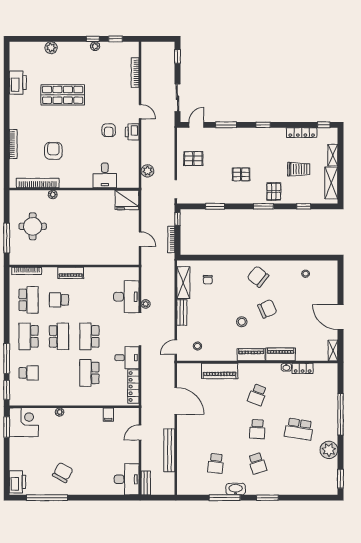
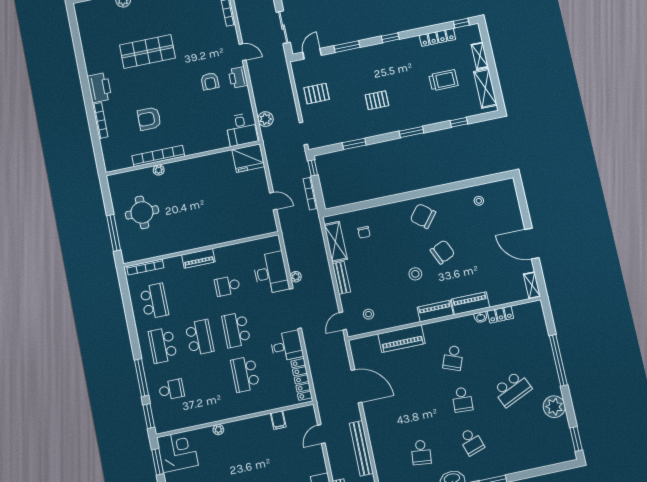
printer: (18, 83) -> (99, 88), moved
armchair: (53, 151) -> (149, 119), turned -90
desk: (105, 175) -> (241, 130), moved
bookcase: (38, 183) -> (158, 156), moved
pallet: (274, 191) -> (420, 112), removed
school desk: (59, 300) -> (227, 286), moved
school desk: (299, 429) -> (512, 389), turned -33

